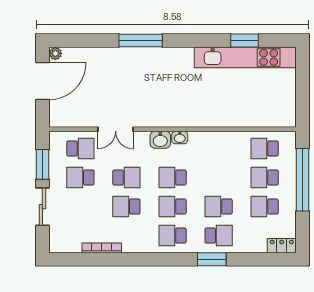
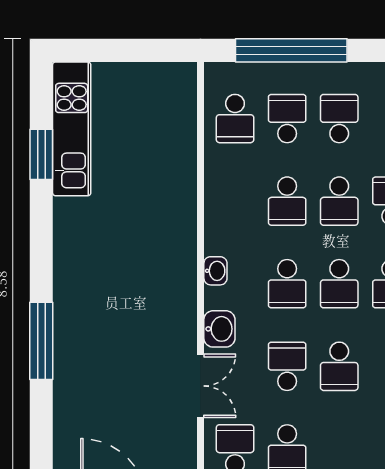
kitchen unit: (245, 57) -> (72, 129), width x0.73
washbasin: (160, 140) -> (219, 329), moved
school desk: (219, 178) -> (287, 201), added
school desk: (265, 178) -> (287, 119), turned 180
school desk: (265, 207) -> (339, 119), turned 180

